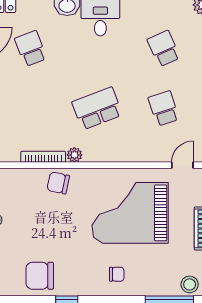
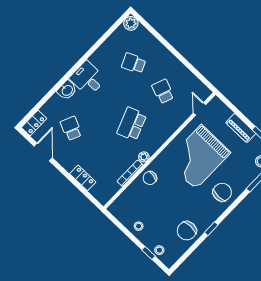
school desk: (31, 49) -> (71, 128), turned 45
school desk: (164, 108) -> (163, 91), turned 39
chair: (117, 274) -> (222, 192), width x1.87, depth x1.87

